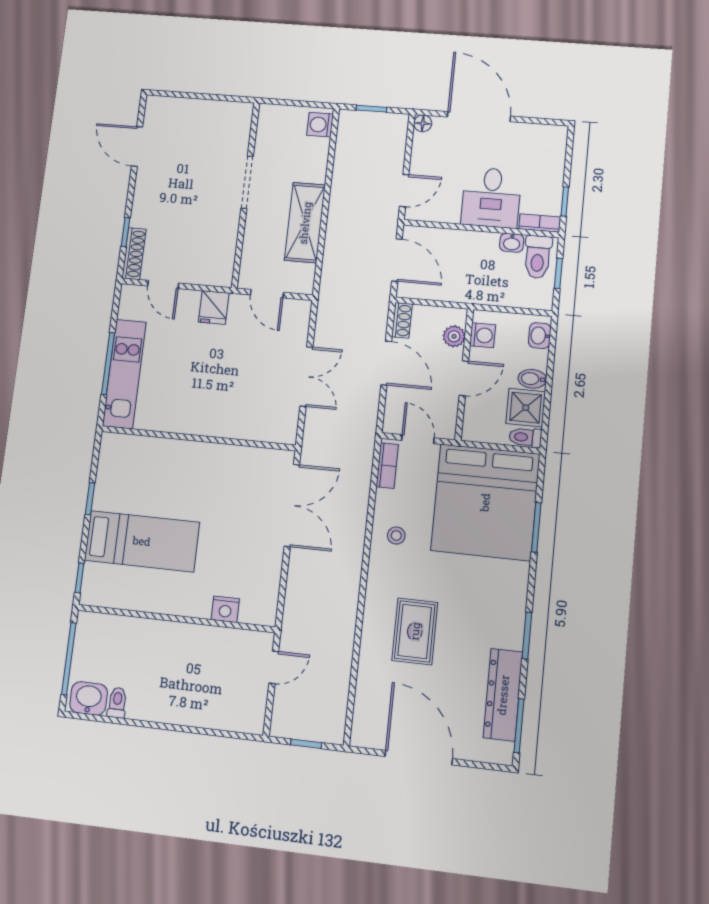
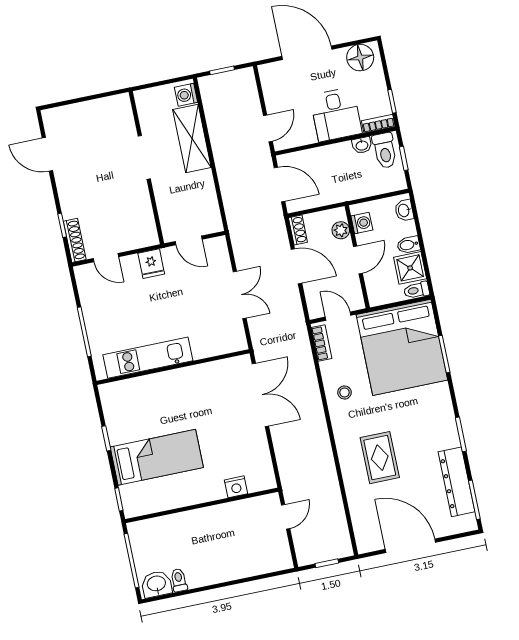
floor lamp: (423, 123) -> (360, 58), moved, width x1.89, depth x1.89
shelving: (305, 223) -> (192, 138), moved
kitchen unit: (124, 374) -> (148, 358), moved, turned -90

